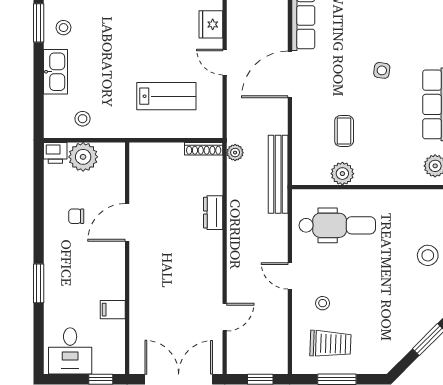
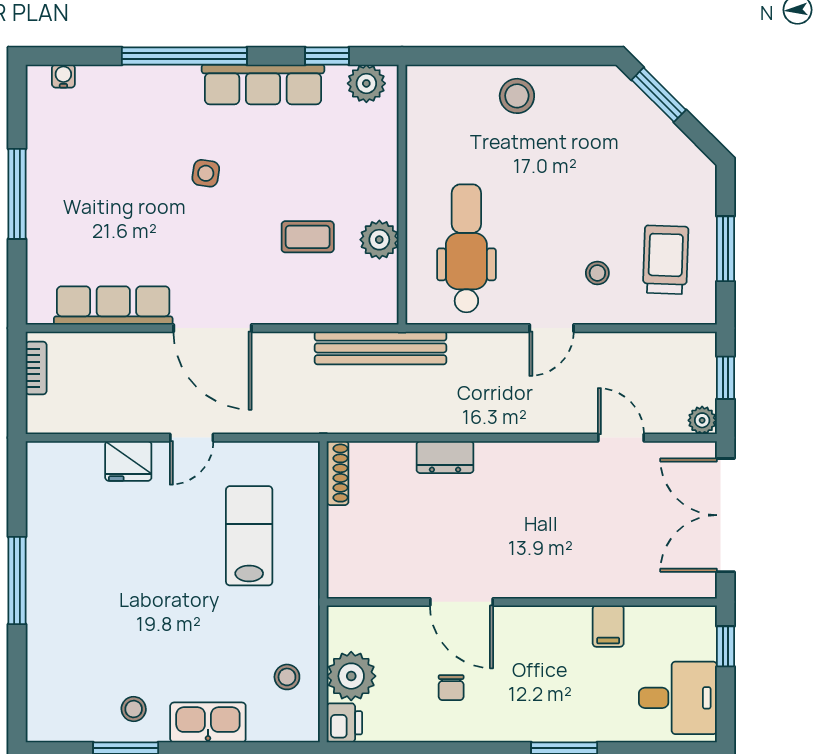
plant: (235, 153) -> (702, 420), moved

